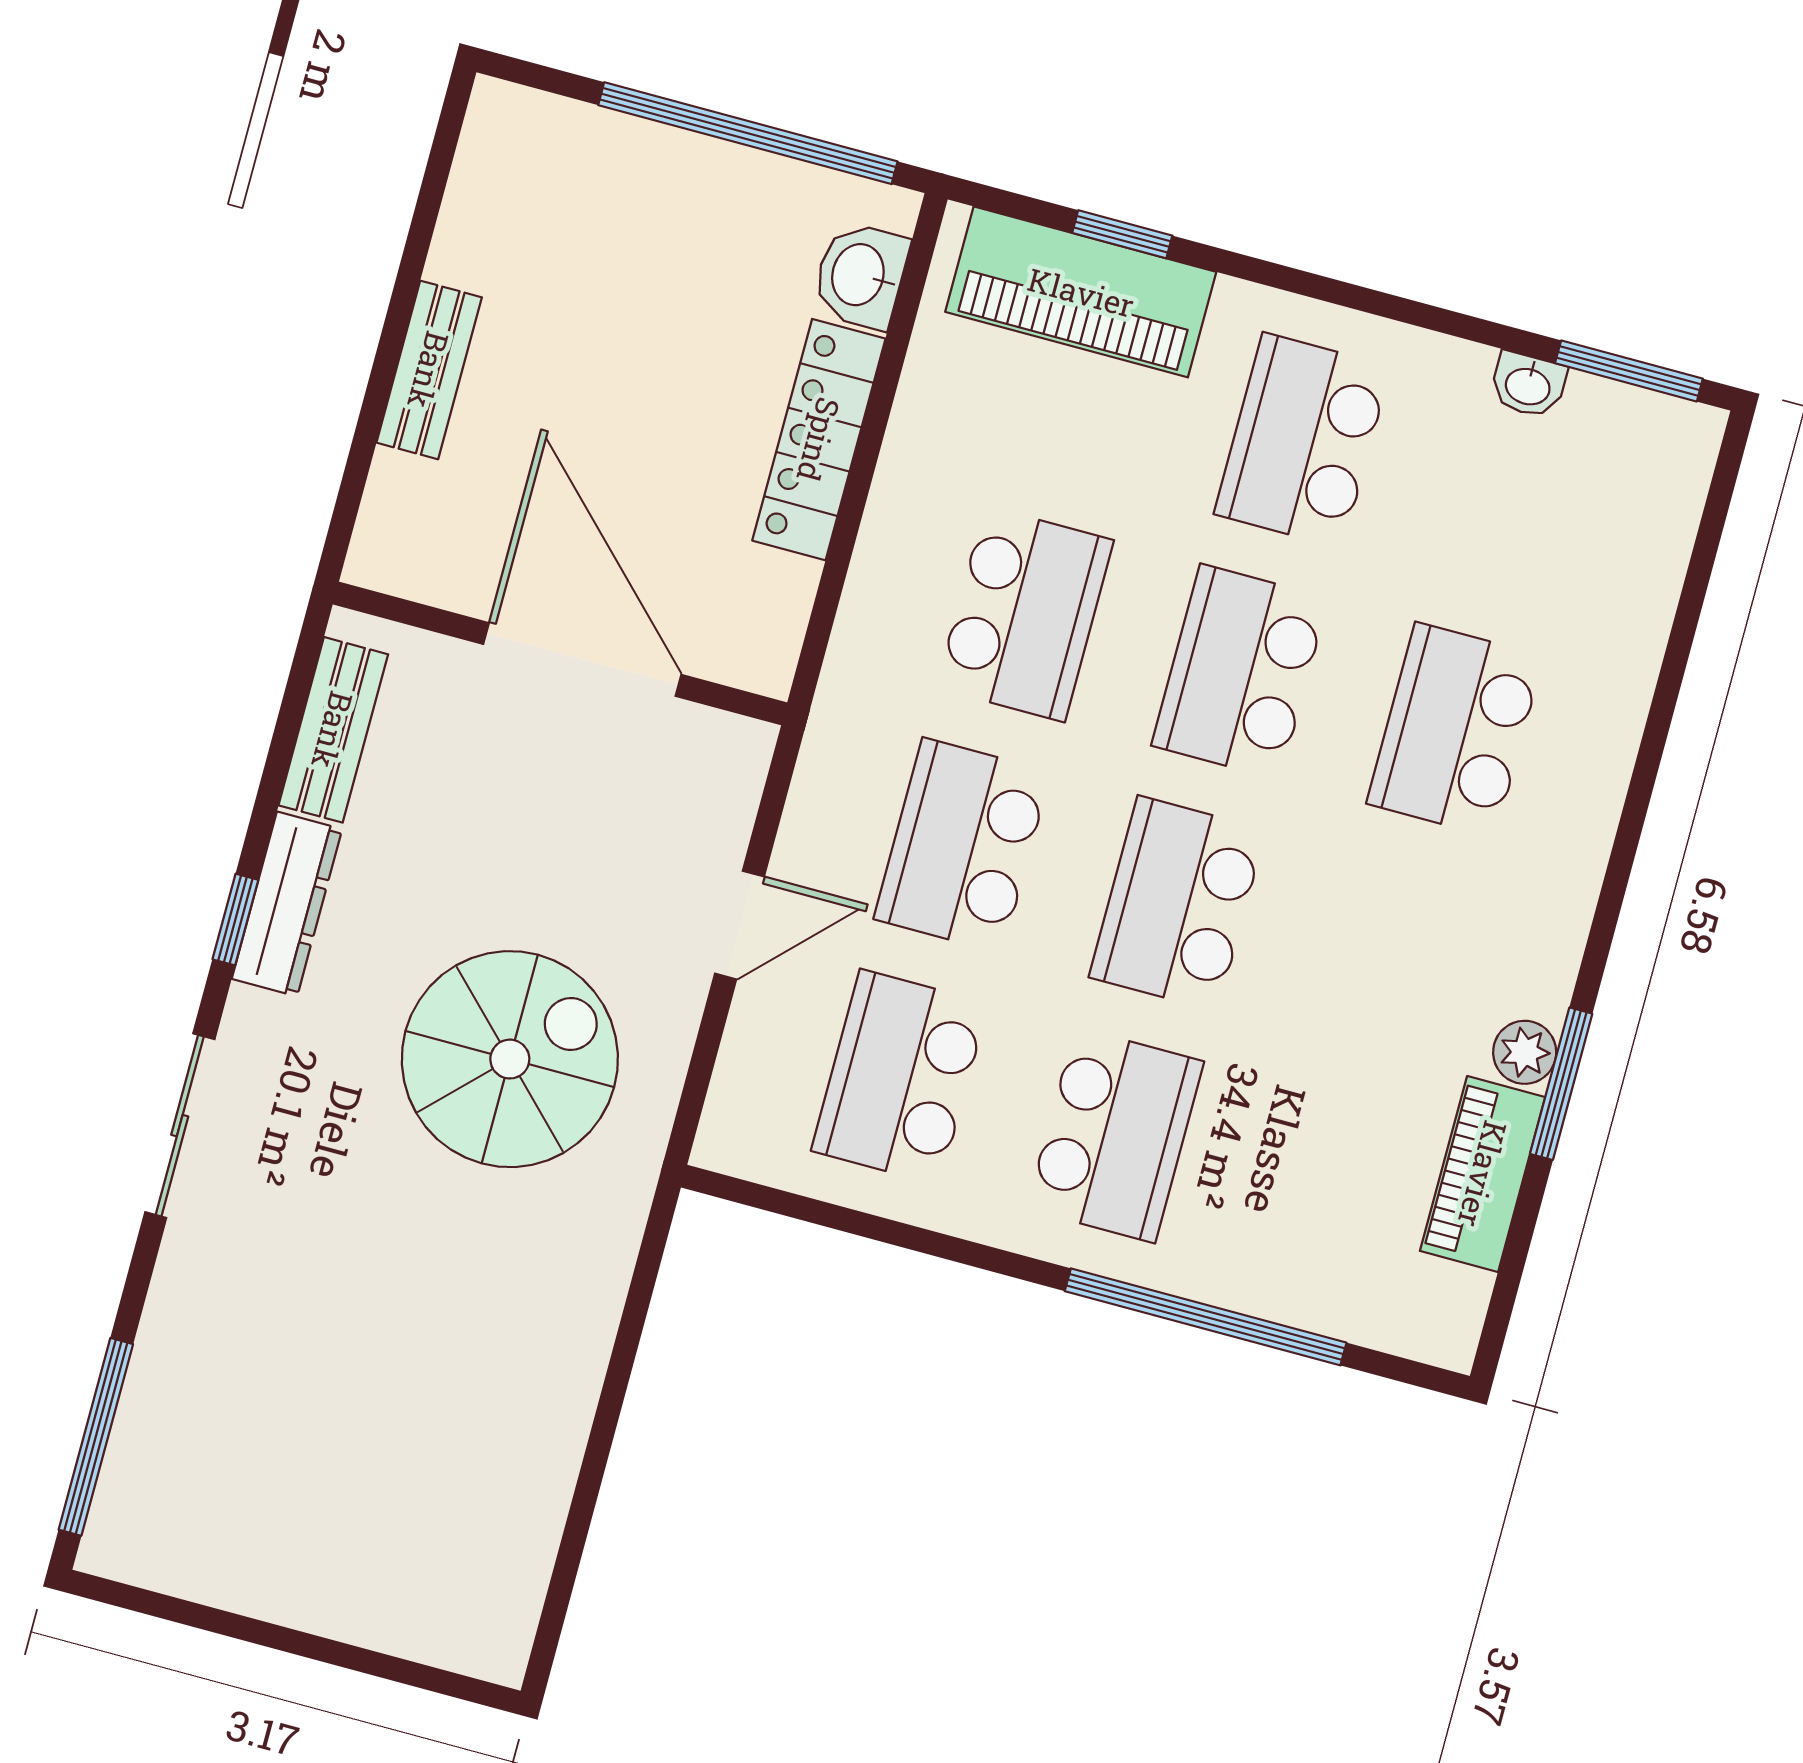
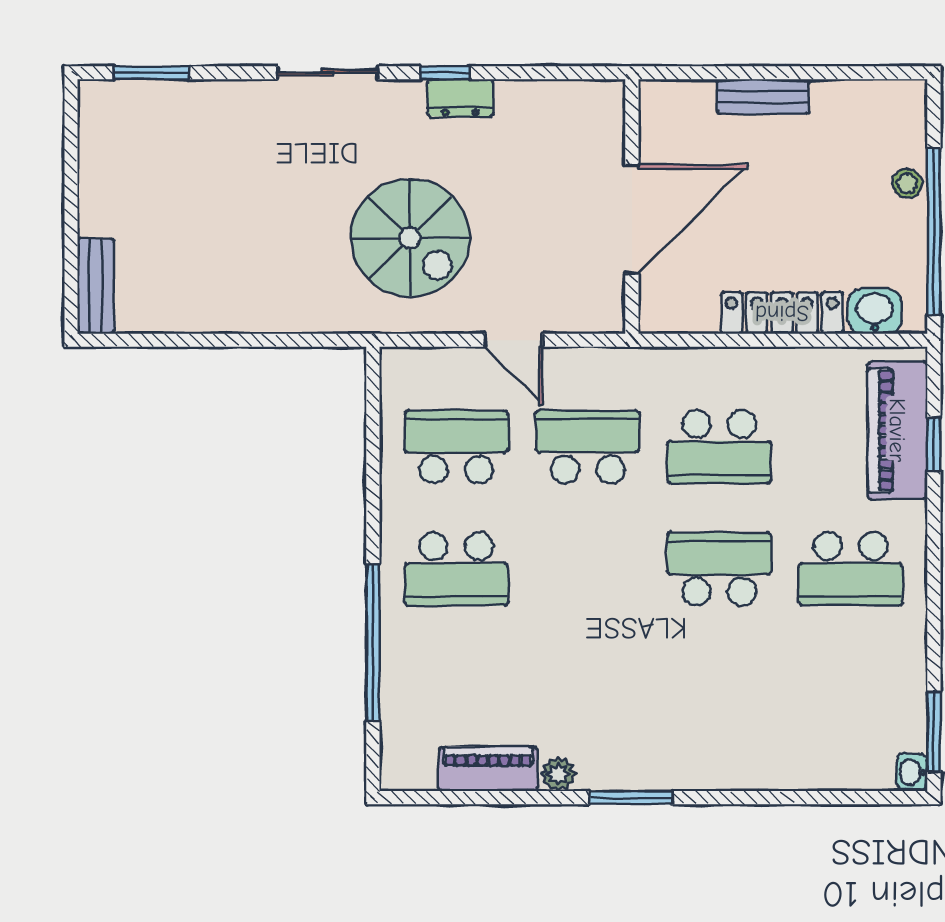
stool: (650, 157) -> (907, 183), added
washbasin: (1528, 385) -> (912, 772), moved
school desk: (1303, 440) -> (851, 569), turned 180
bench: (333, 730) -> (96, 286), moved, turned 90
school desk: (1455, 730) -> (719, 691), removed
school desk: (1178, 903) -> (588, 569), removed
dresser: (287, 904) -> (460, 98), width x0.70
window: (1561, 1084) -> (631, 798), moved
window: (96, 1437) -> (151, 73), width x0.69

